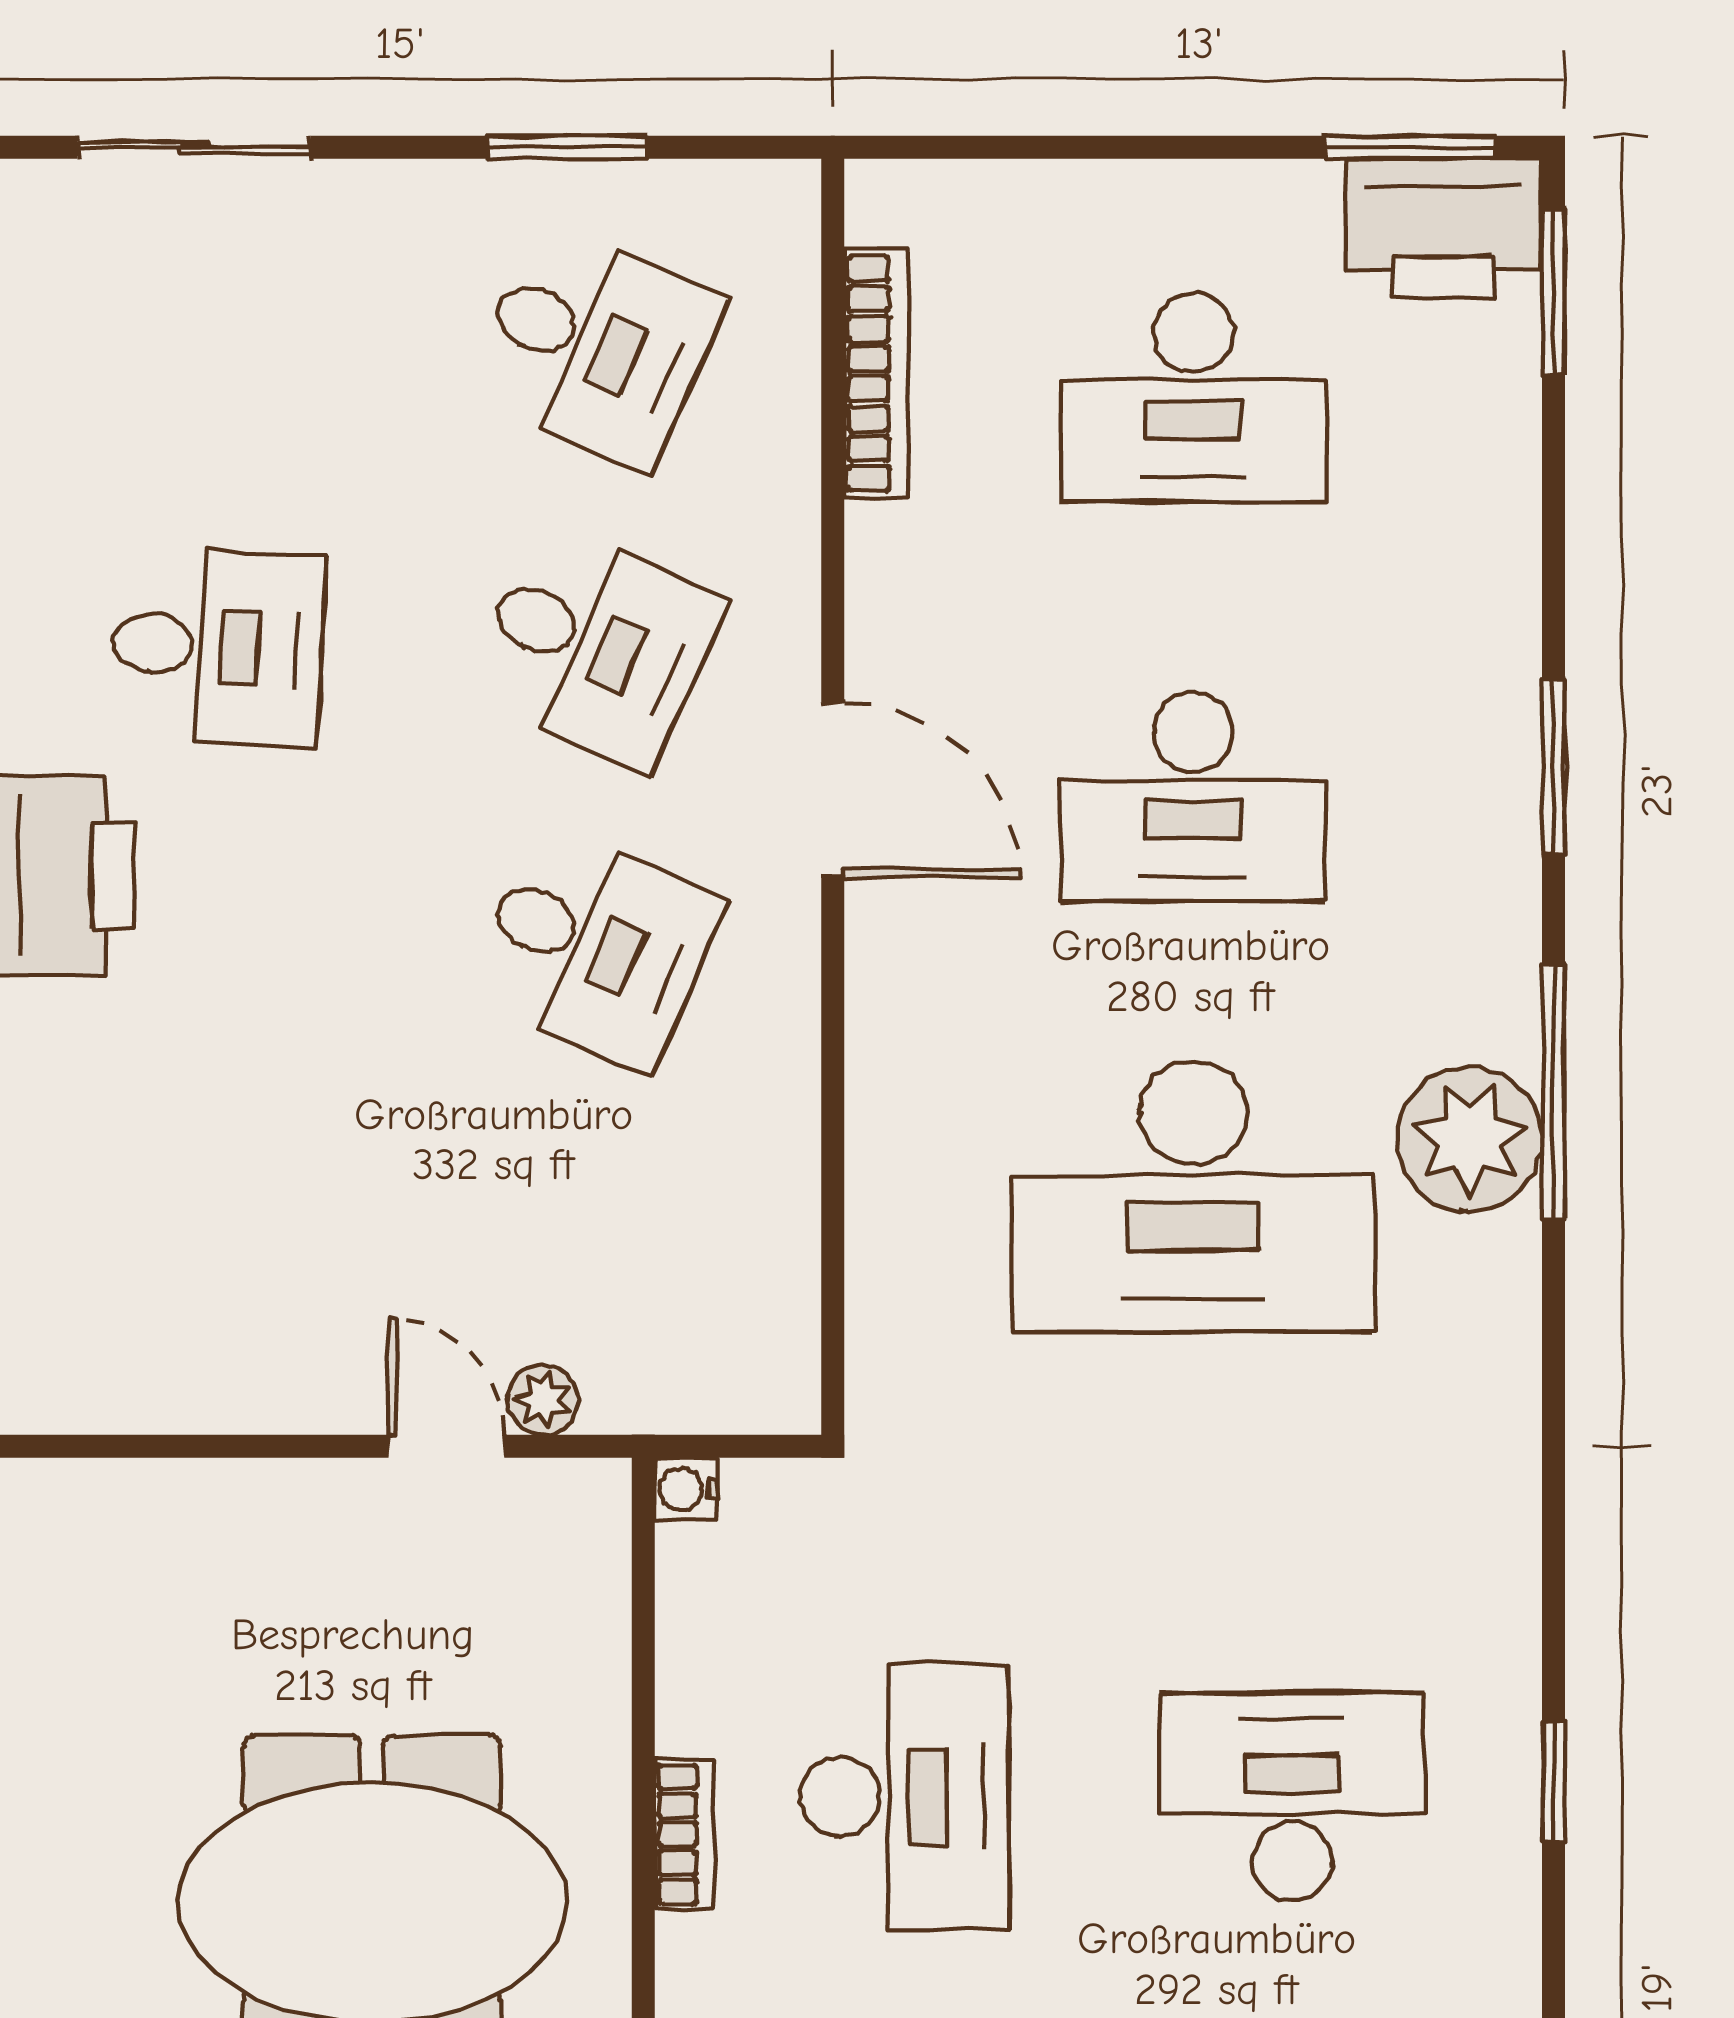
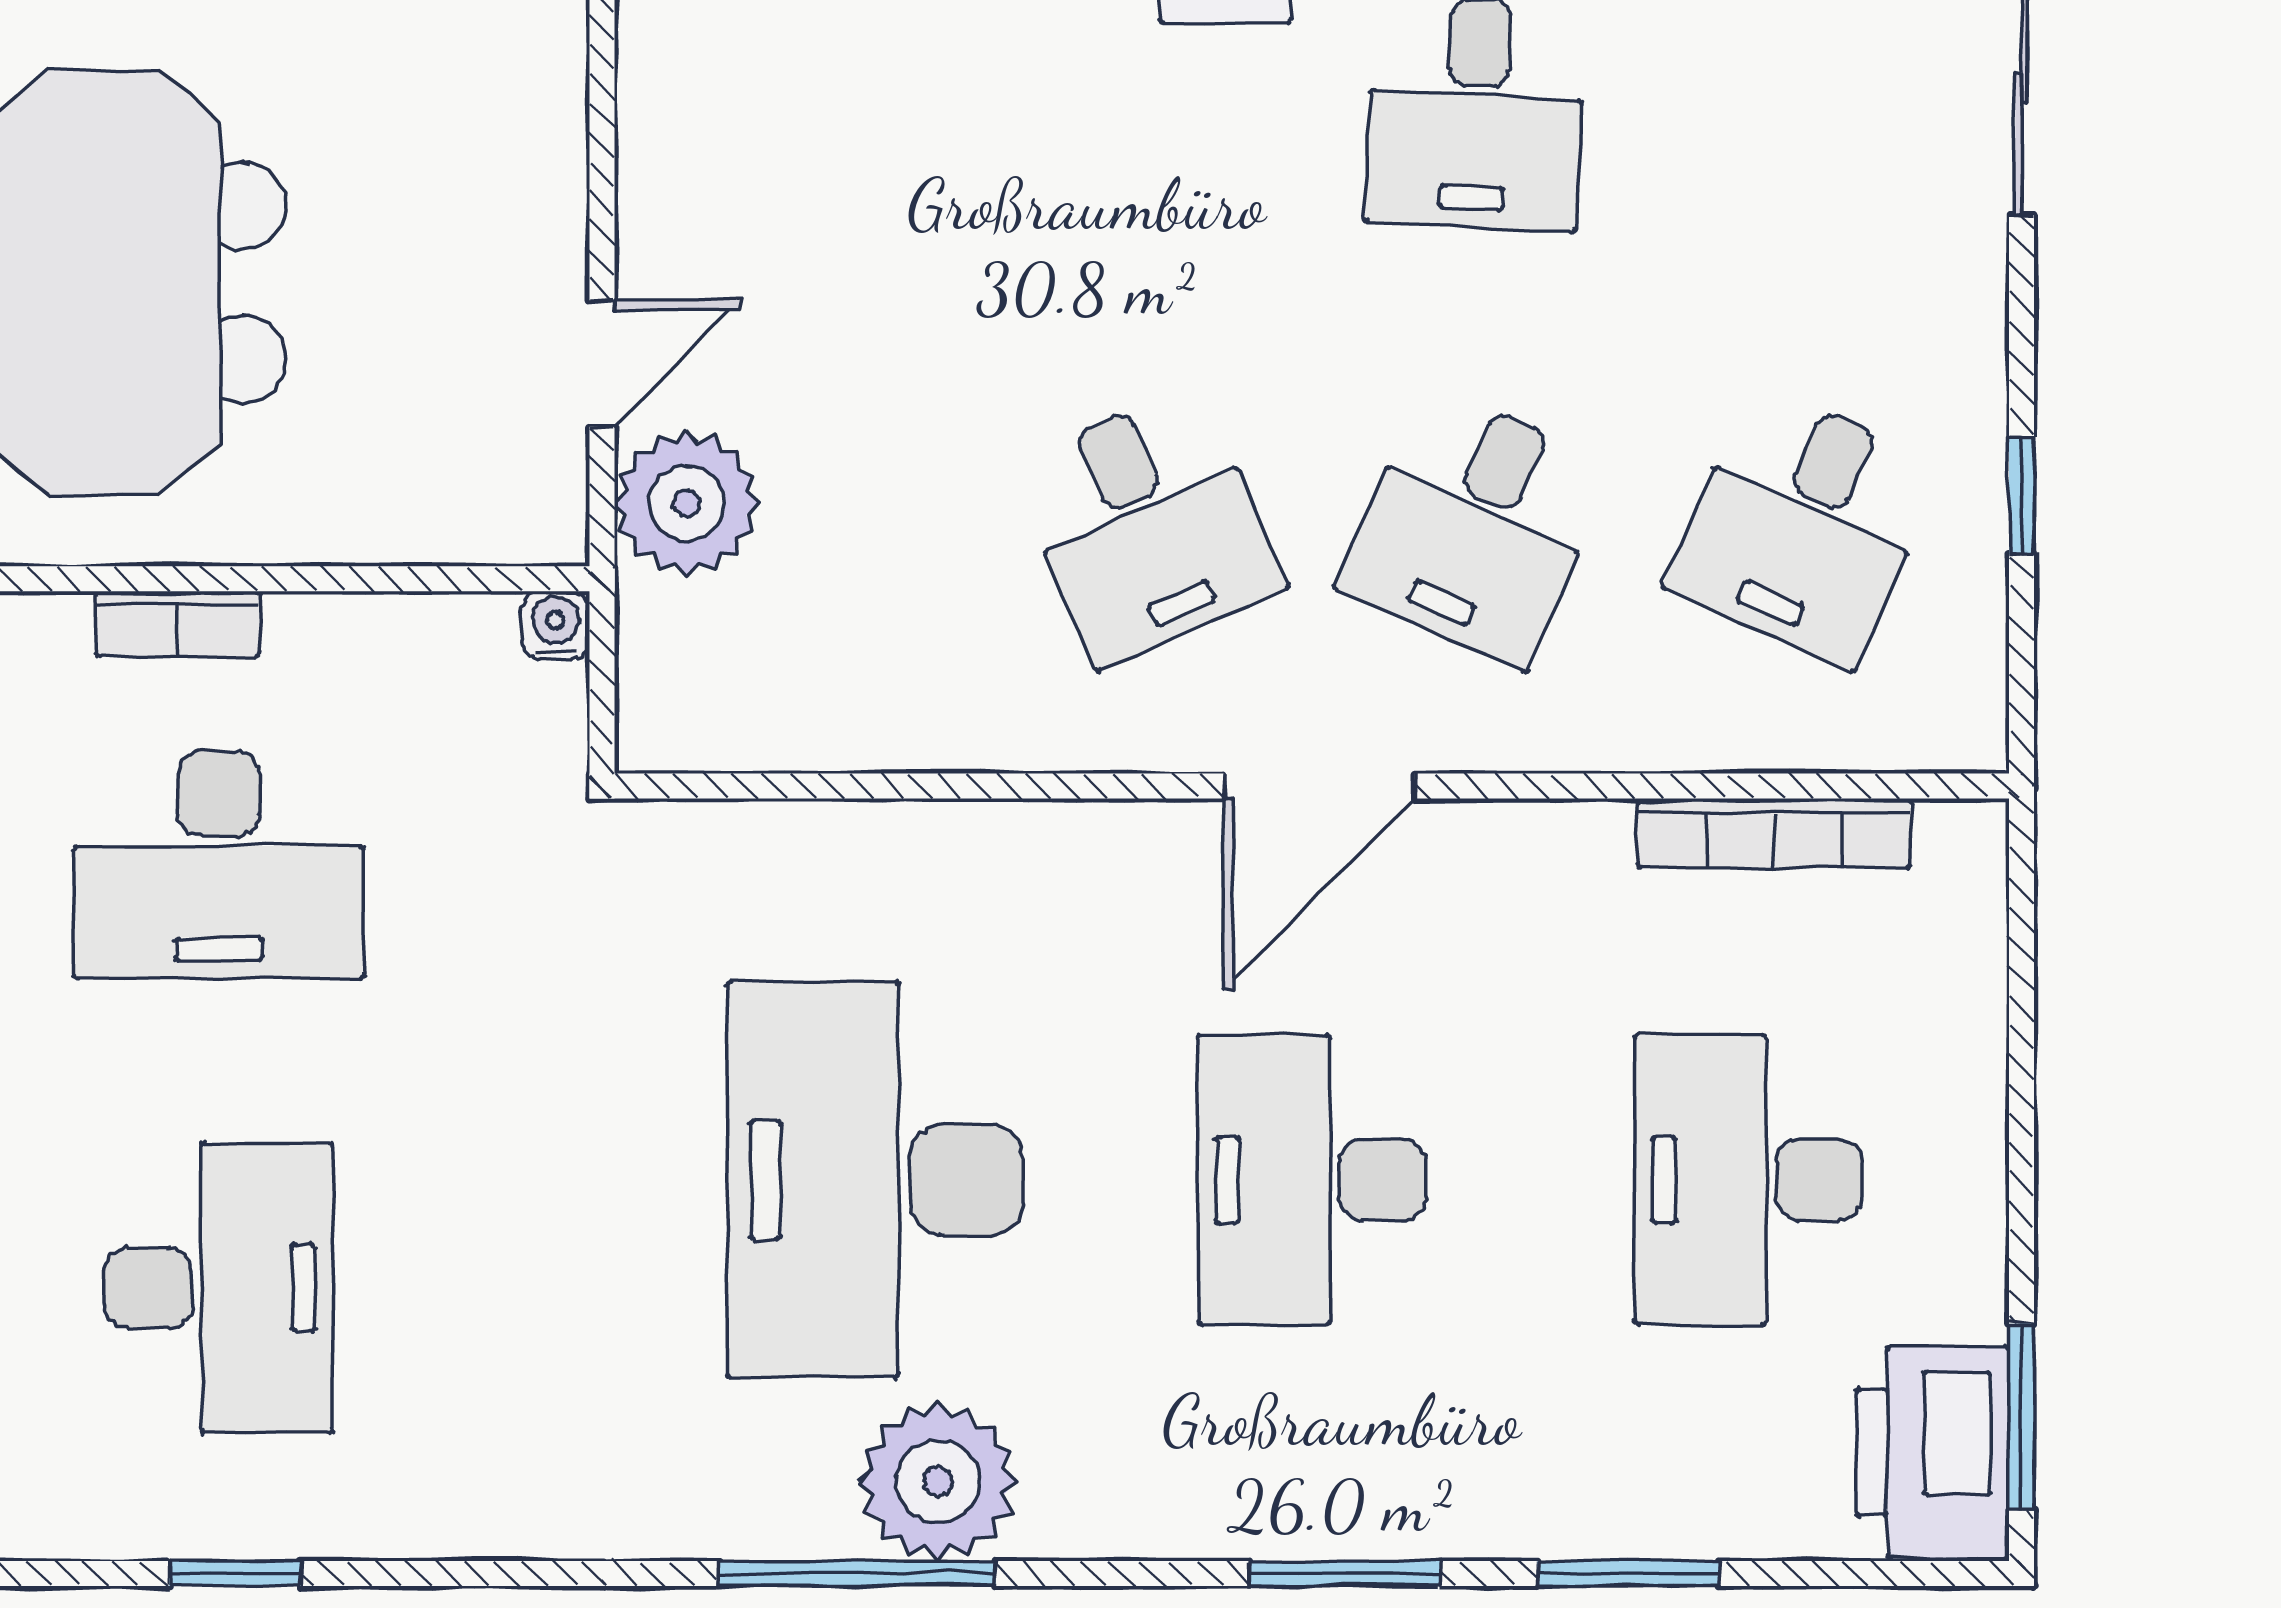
window: (567, 147) -> (2021, 495), width x0.67
window: (1553, 292) -> (1628, 1573), moved
desk: (595, 947) -> (1147, 526), turned -48
window: (1553, 1092) -> (857, 1573), moved
plant: (543, 1400) -> (687, 503), width x1.87, depth x1.87

